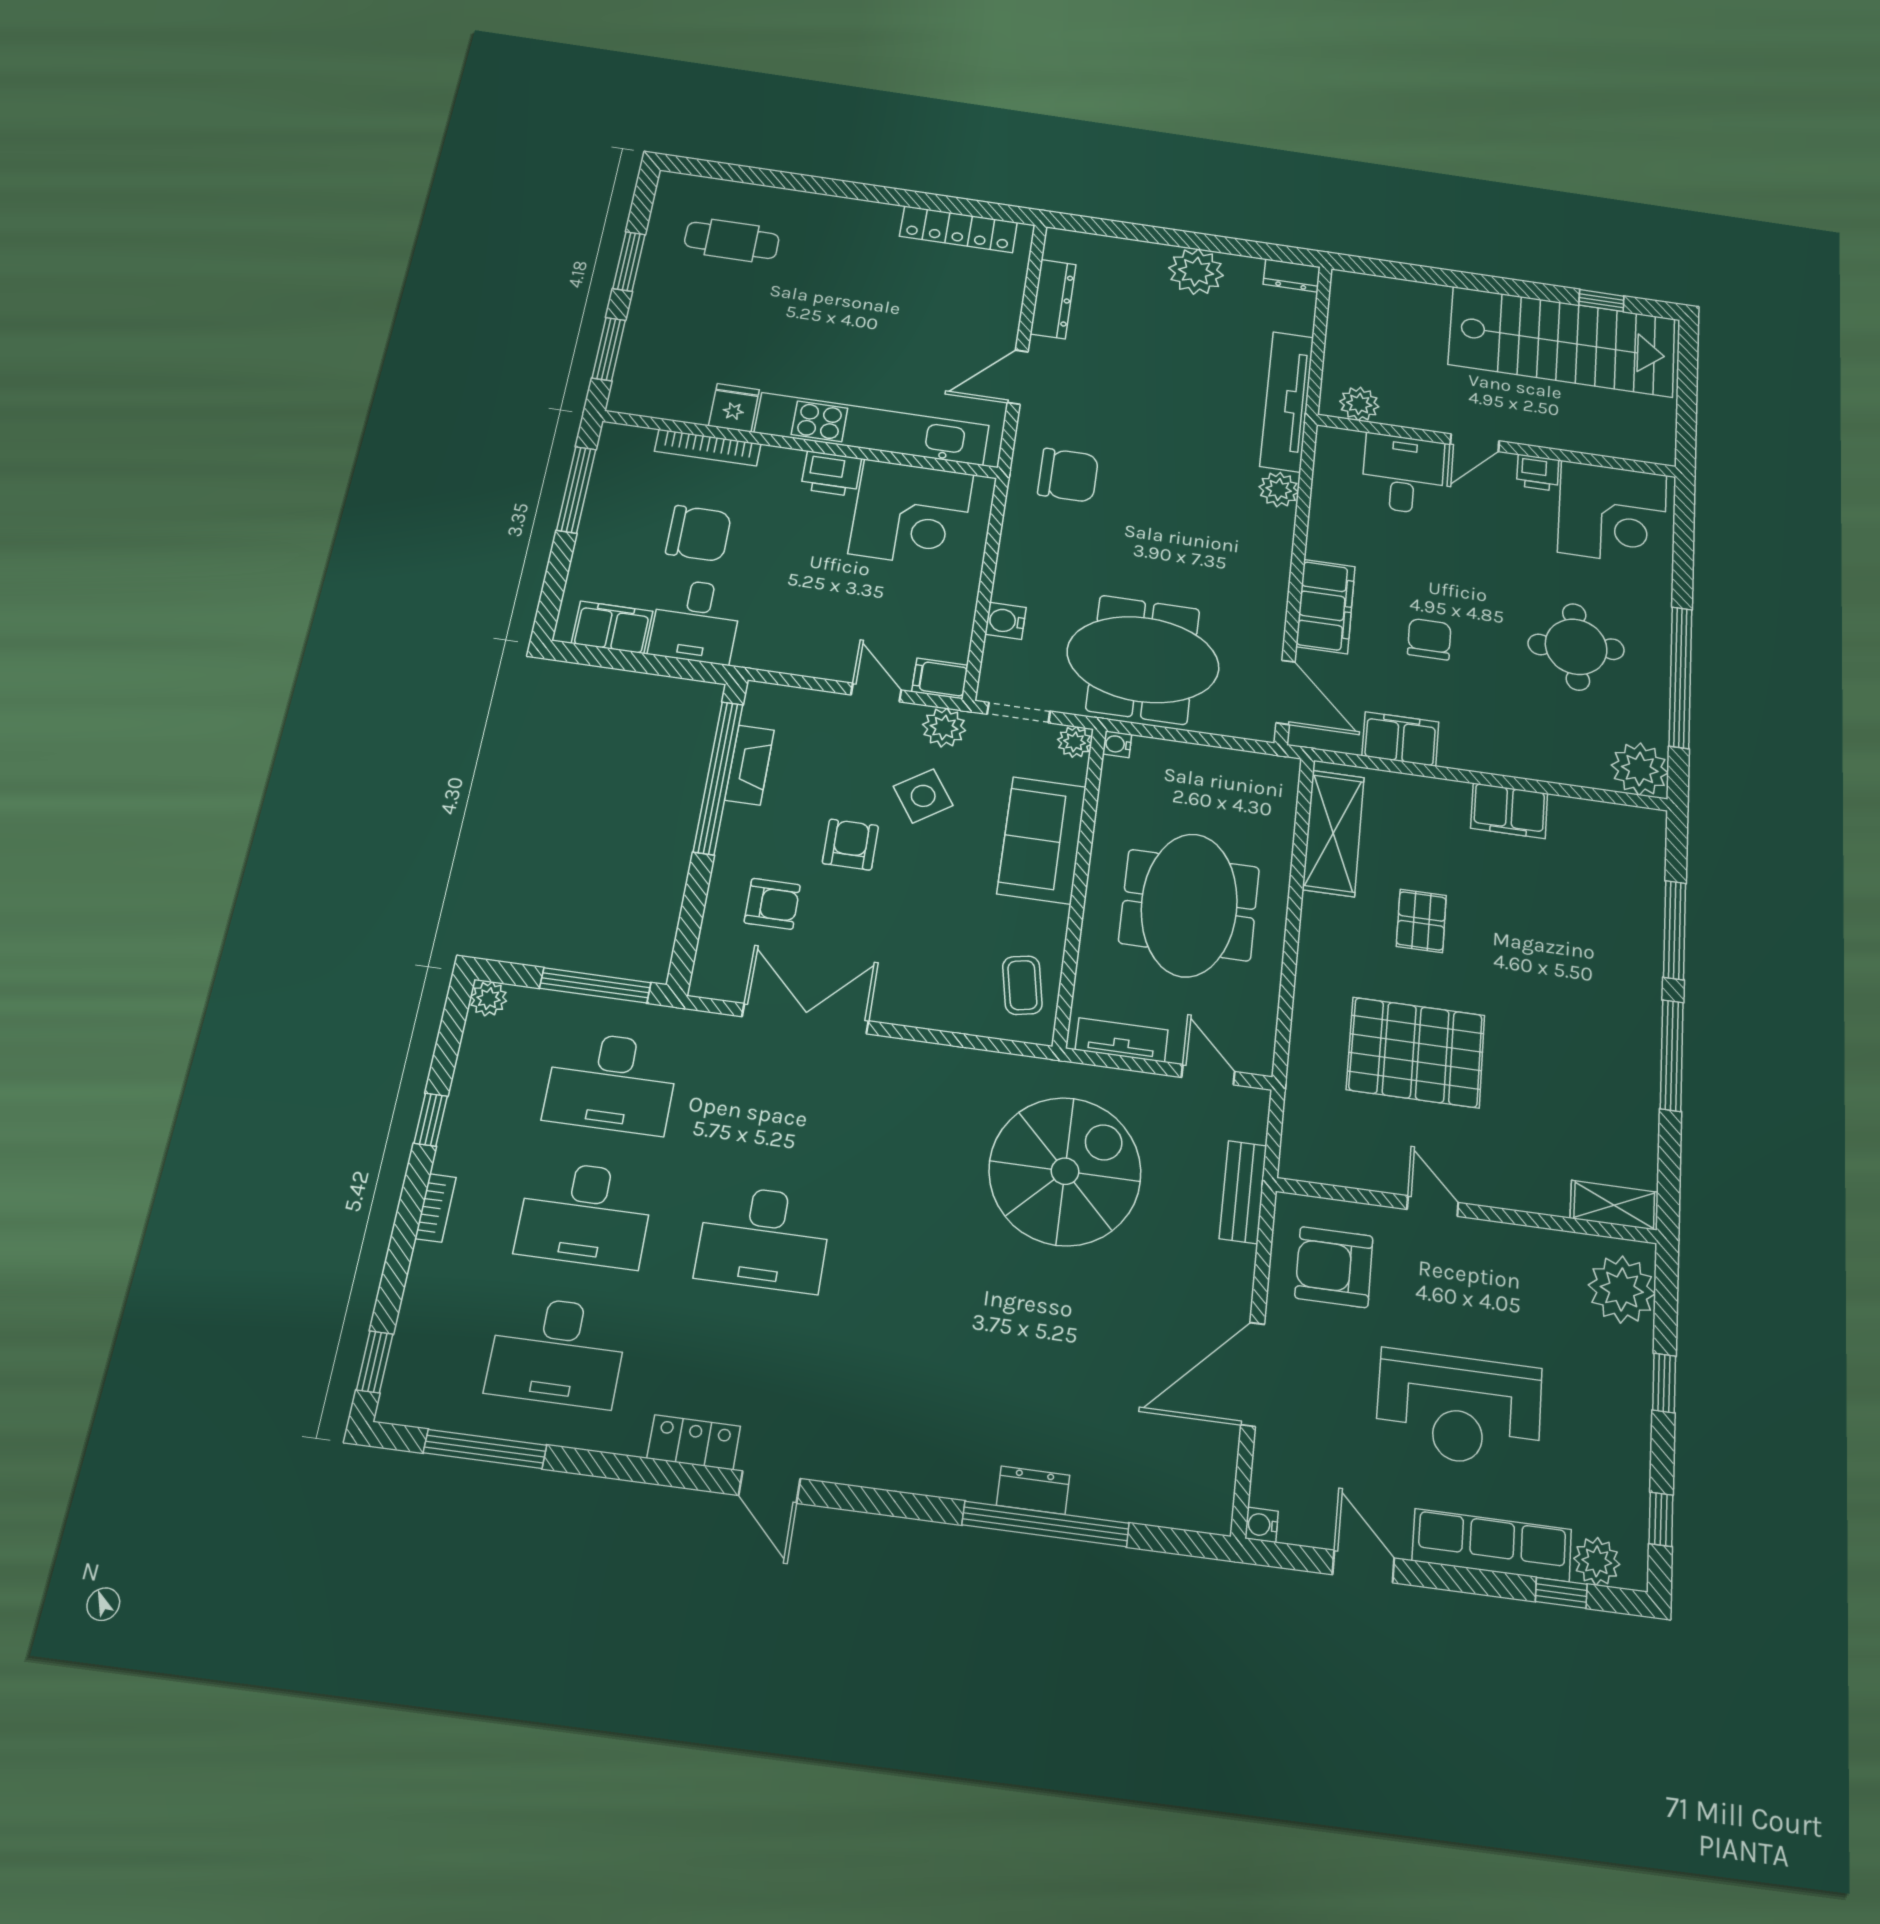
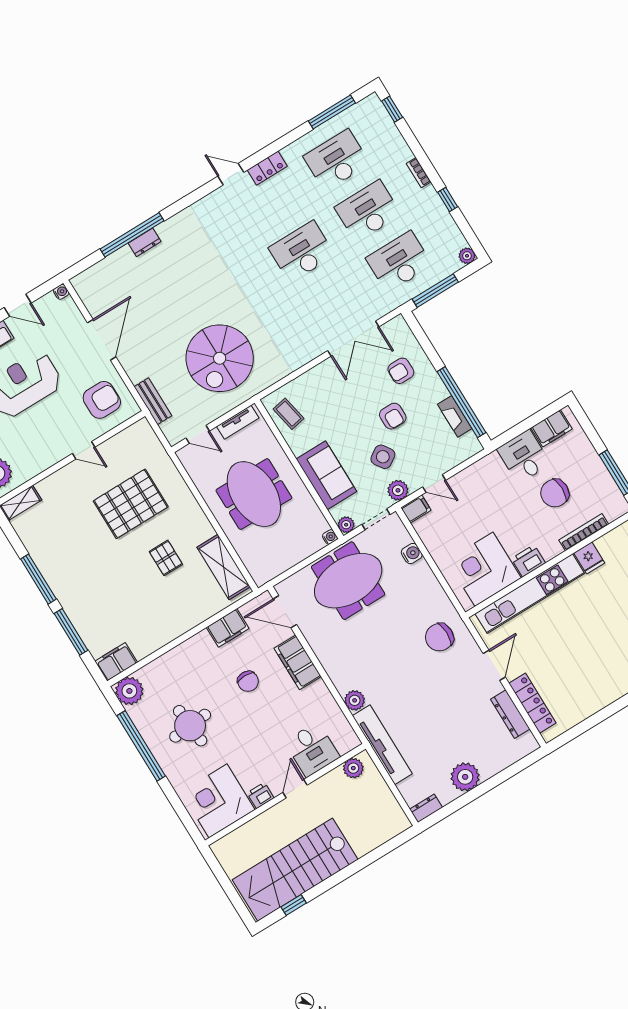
locker: (958, 229) -> (532, 703), moved, turned 90
filing cabinet: (1509, 811) -> (116, 662), moved

